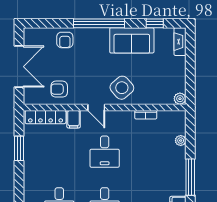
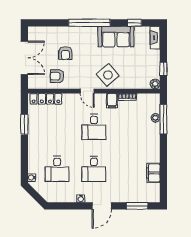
armchair: (65, 40) -> (65, 53), moved
window: (190, 80) -> (163, 69), added
filing cabinet: (74, 119) -> (112, 101), moved
window: (190, 177) -> (163, 119), moved

